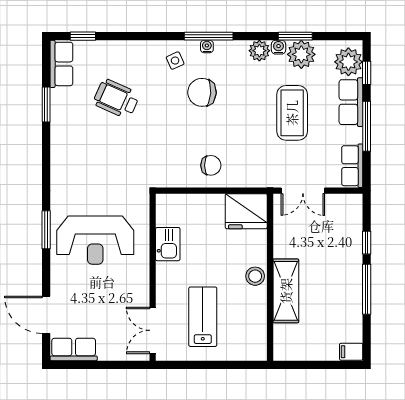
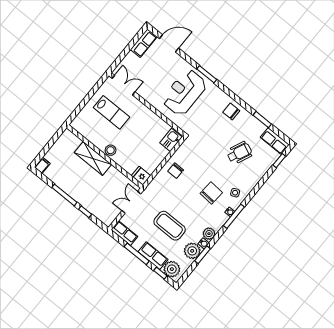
chair: (69, 155) -> (231, 111), added
fridge: (246, 211) -> (141, 176), width x0.53, depth x0.75
kitchen sink: (168, 244) -> (171, 140), moved, turned 90

